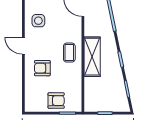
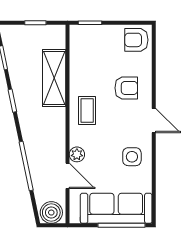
plant: (76, 22) -> (77, 154), added
shelving: (92, 57) -> (54, 78), moved
armchair: (56, 101) -> (136, 40), moved

